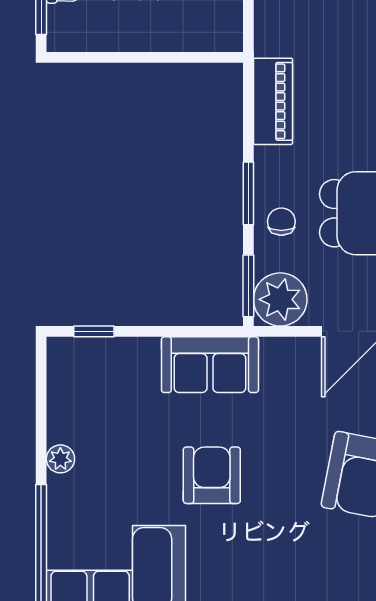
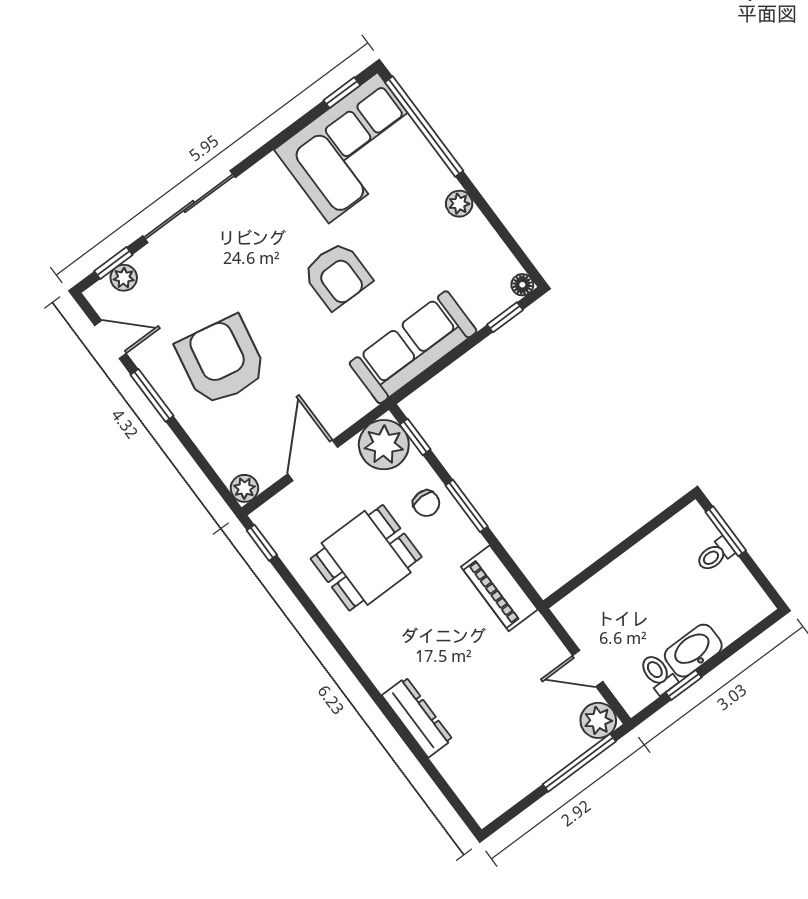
window: (248, 286) -> (415, 437), width x0.67
floor lamp: (58, 348) -> (522, 285), added
sofa: (210, 365) -> (413, 347), width x1.36

